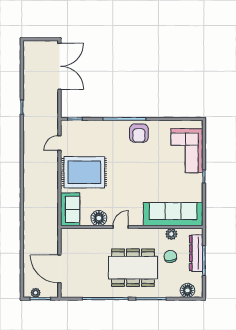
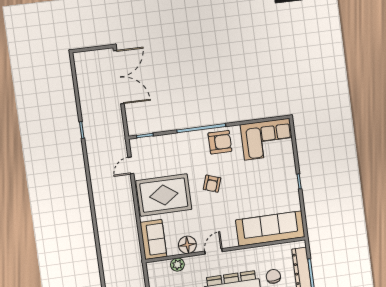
armchair: (139, 133) -> (220, 142), turned -90
corner sofa: (187, 151) -> (267, 139), moved, turned -90
armchair: (127, 168) -> (212, 184), added
plant: (171, 234) -> (177, 265), moved

